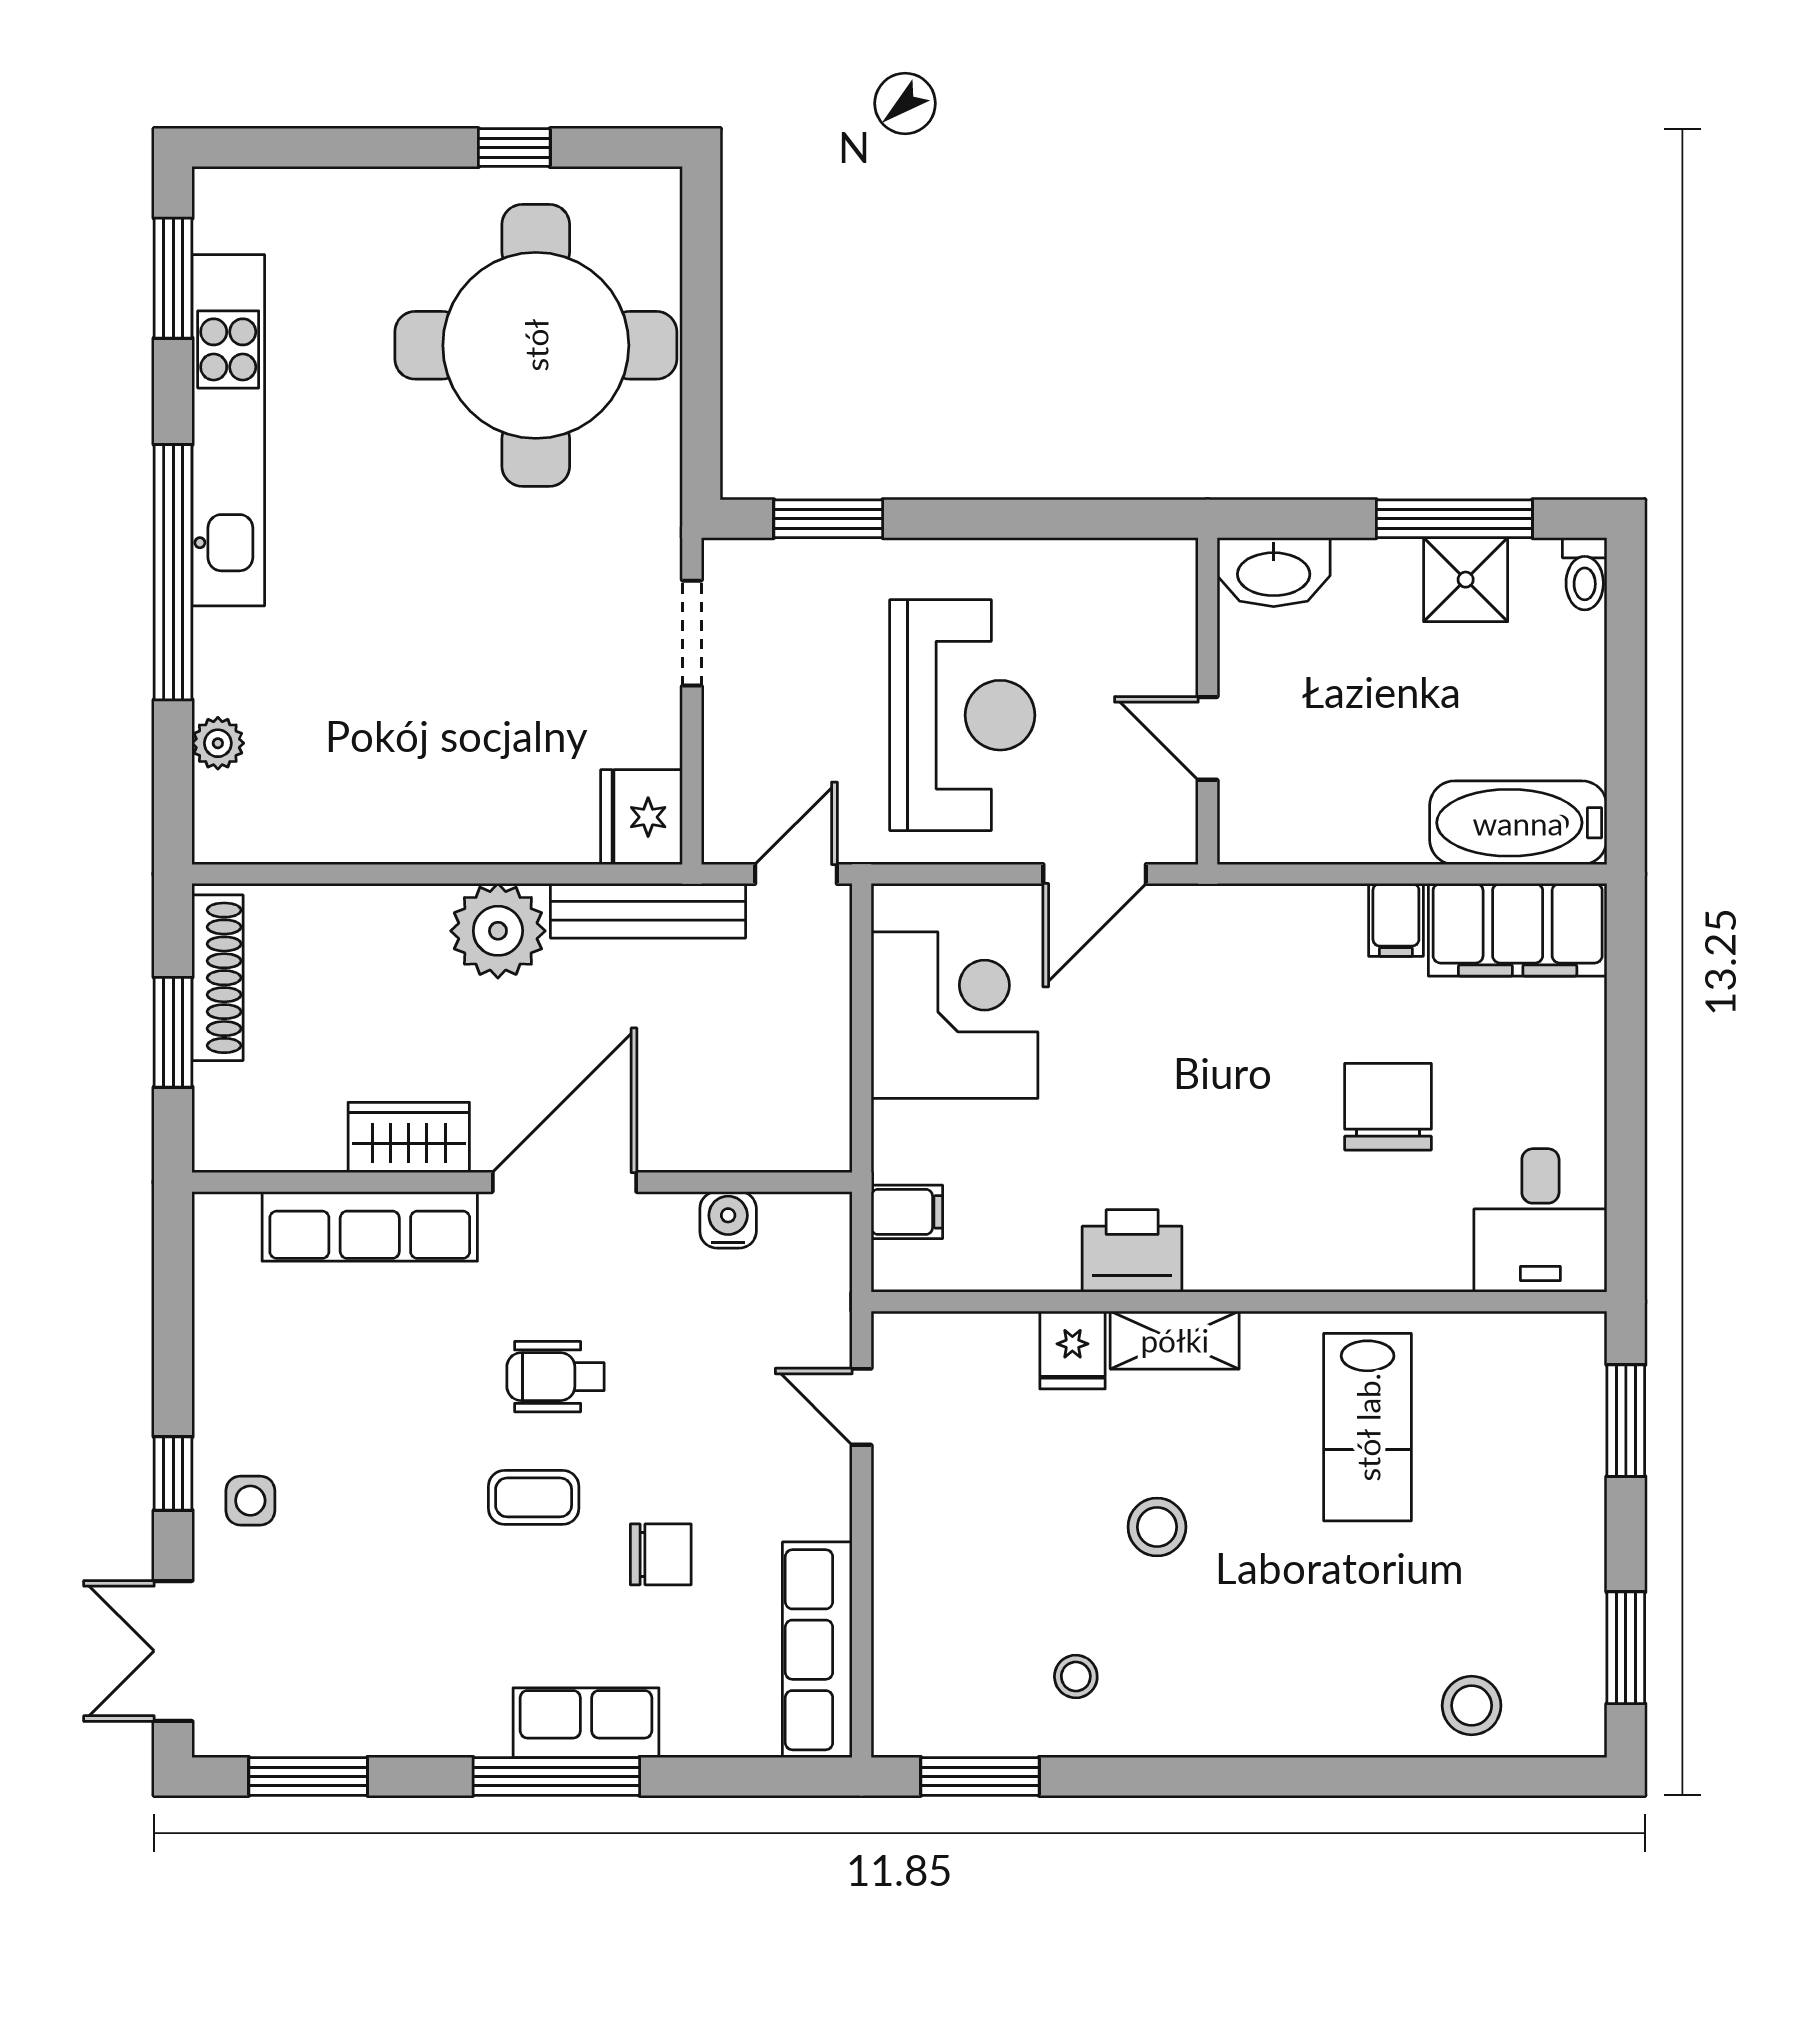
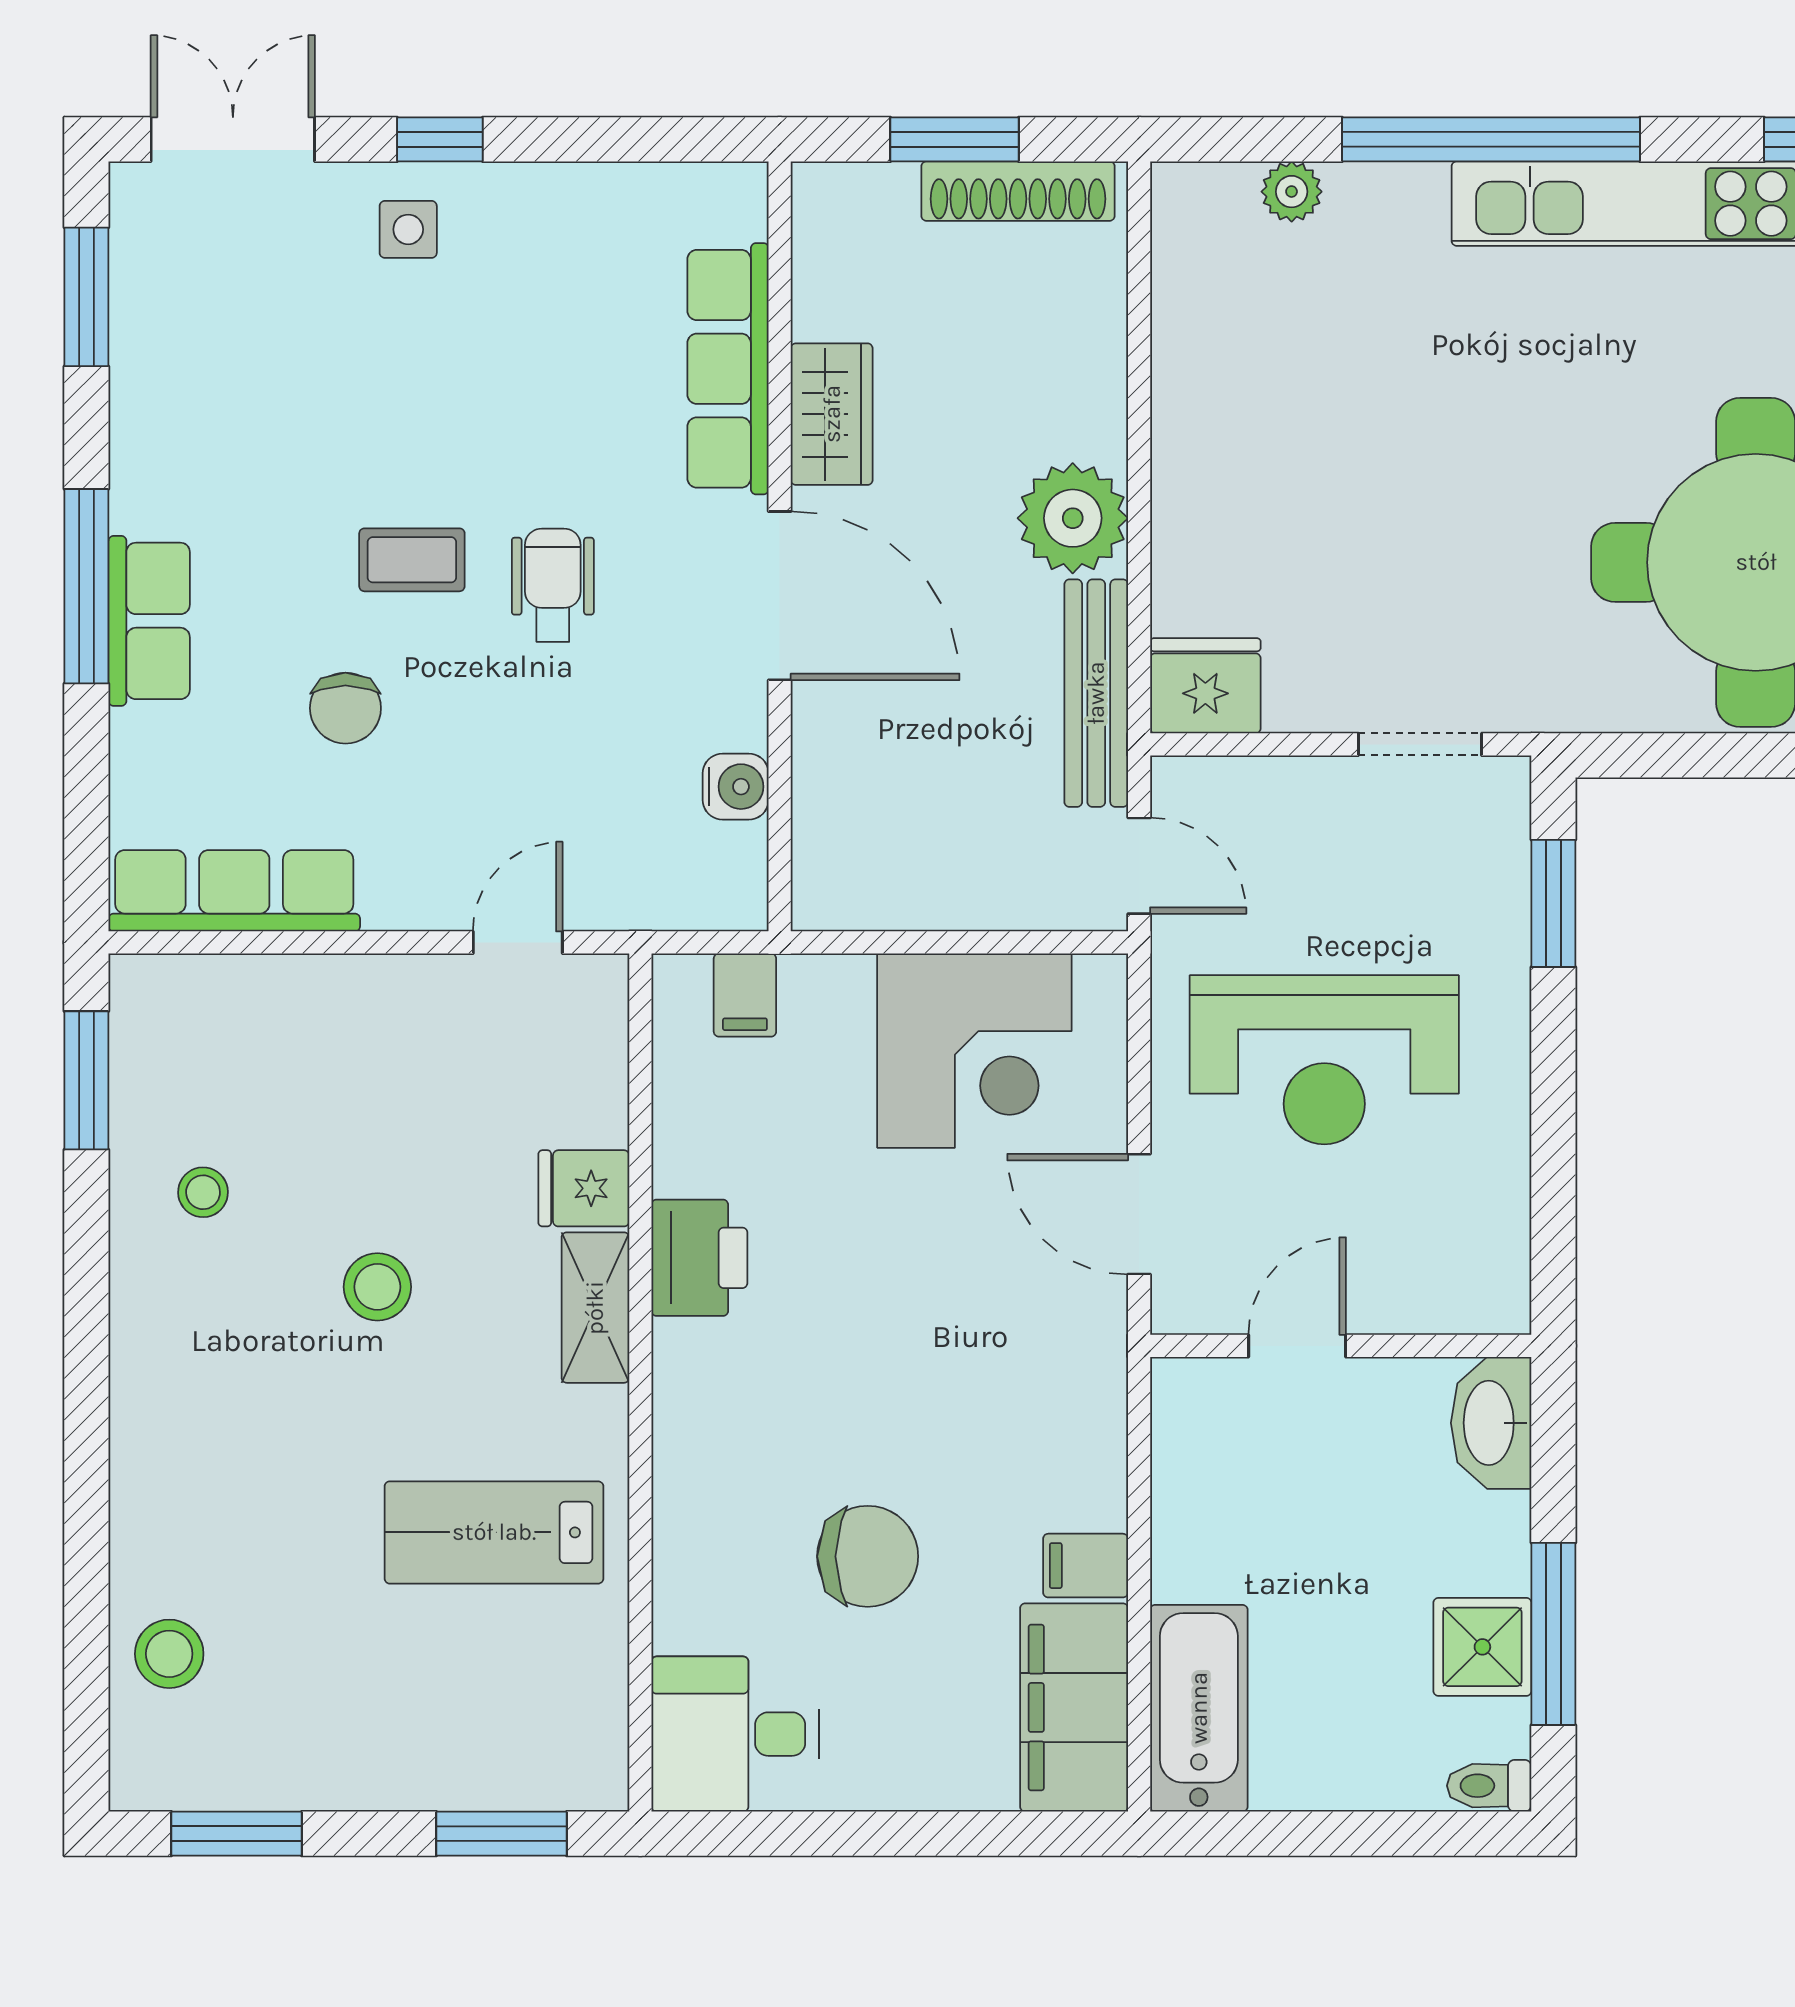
coffee table: (534, 1497) -> (412, 560), turned 90

